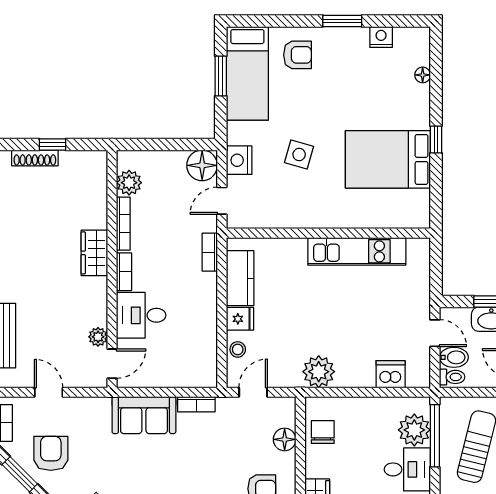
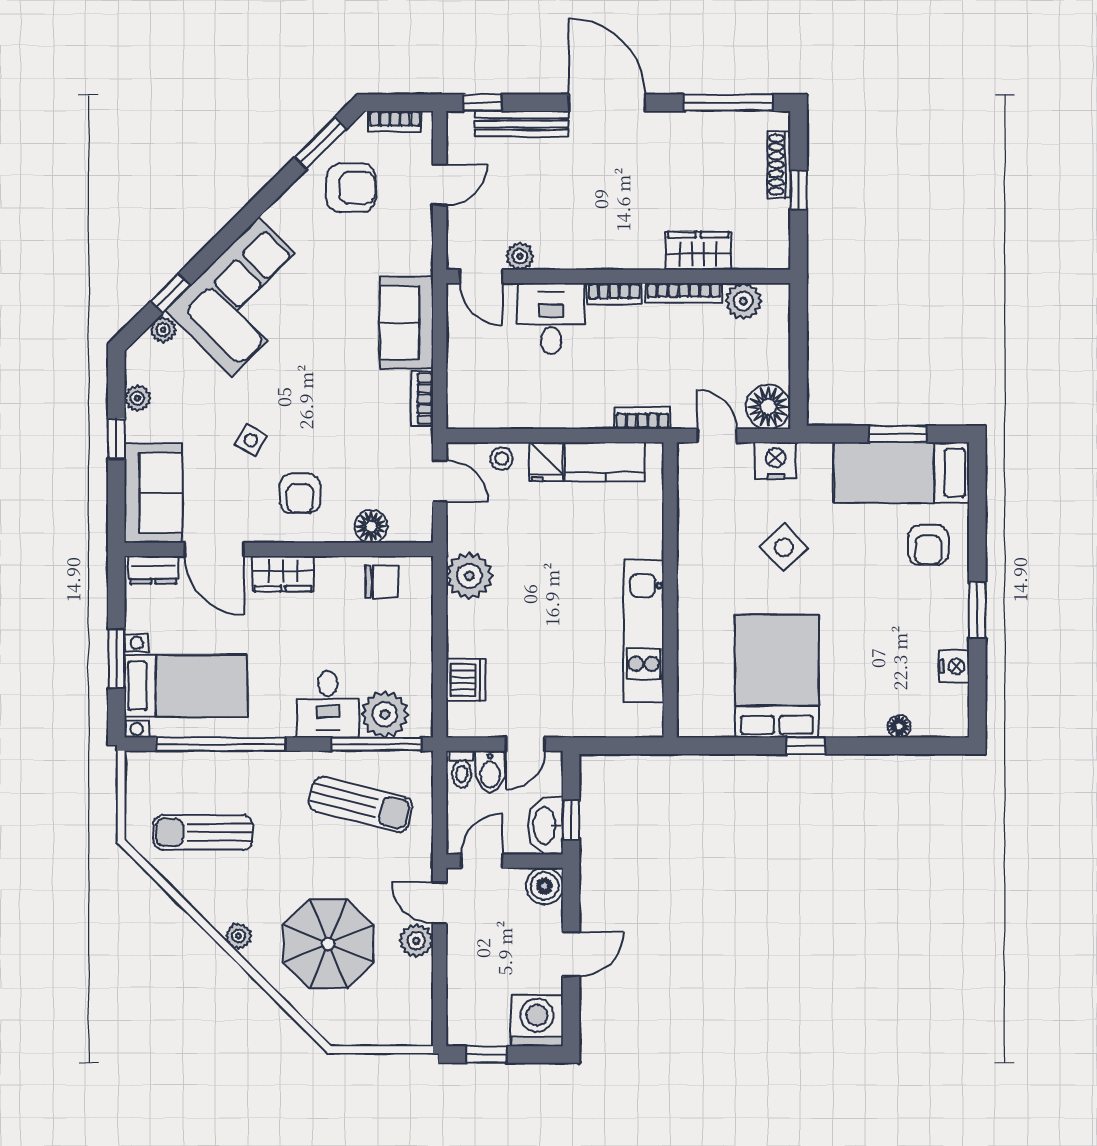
side table: (299, 154) -> (784, 547), turned 32
wardrobe: (94, 253) -> (698, 251), moved

